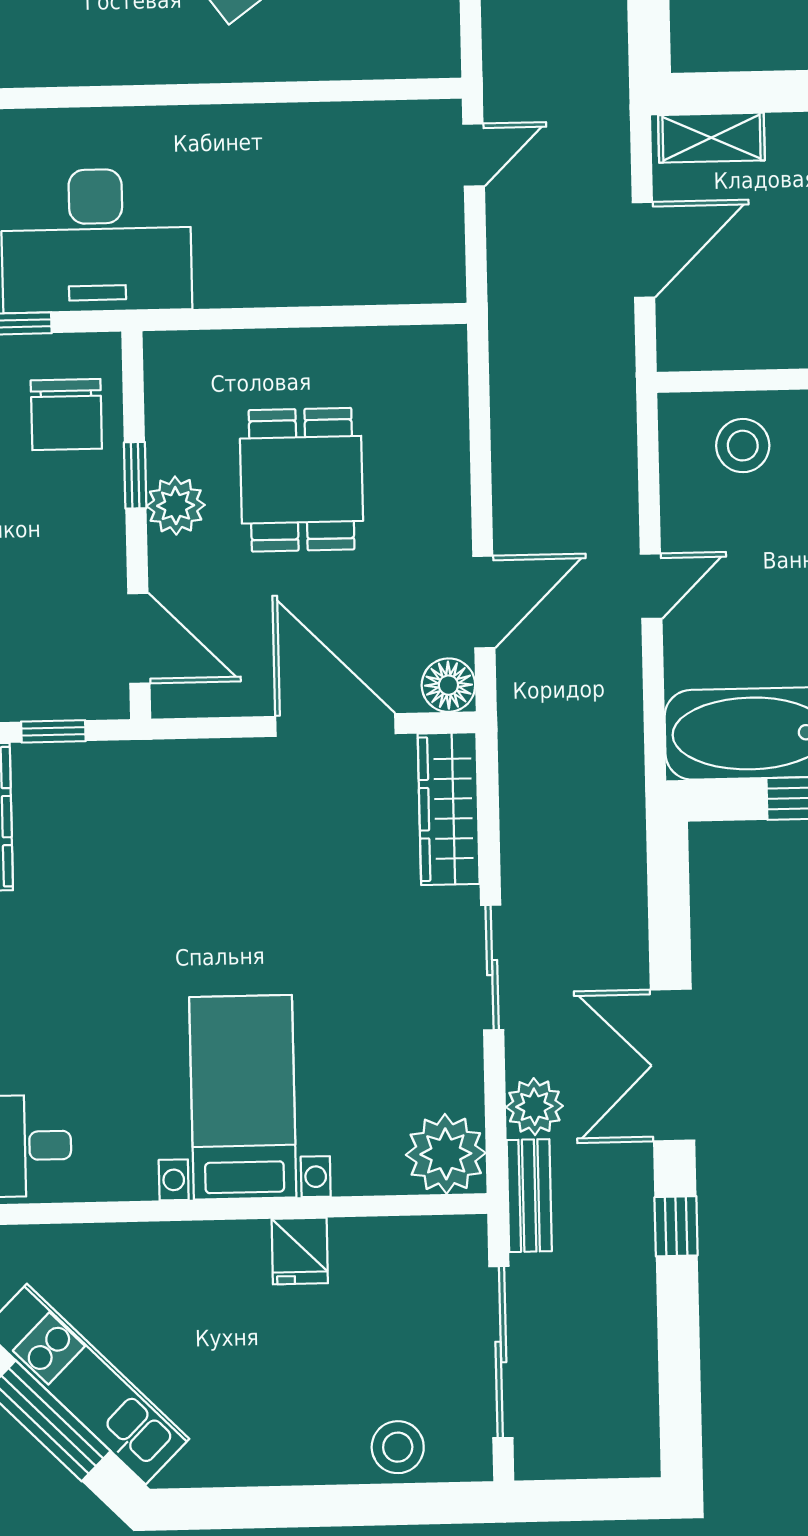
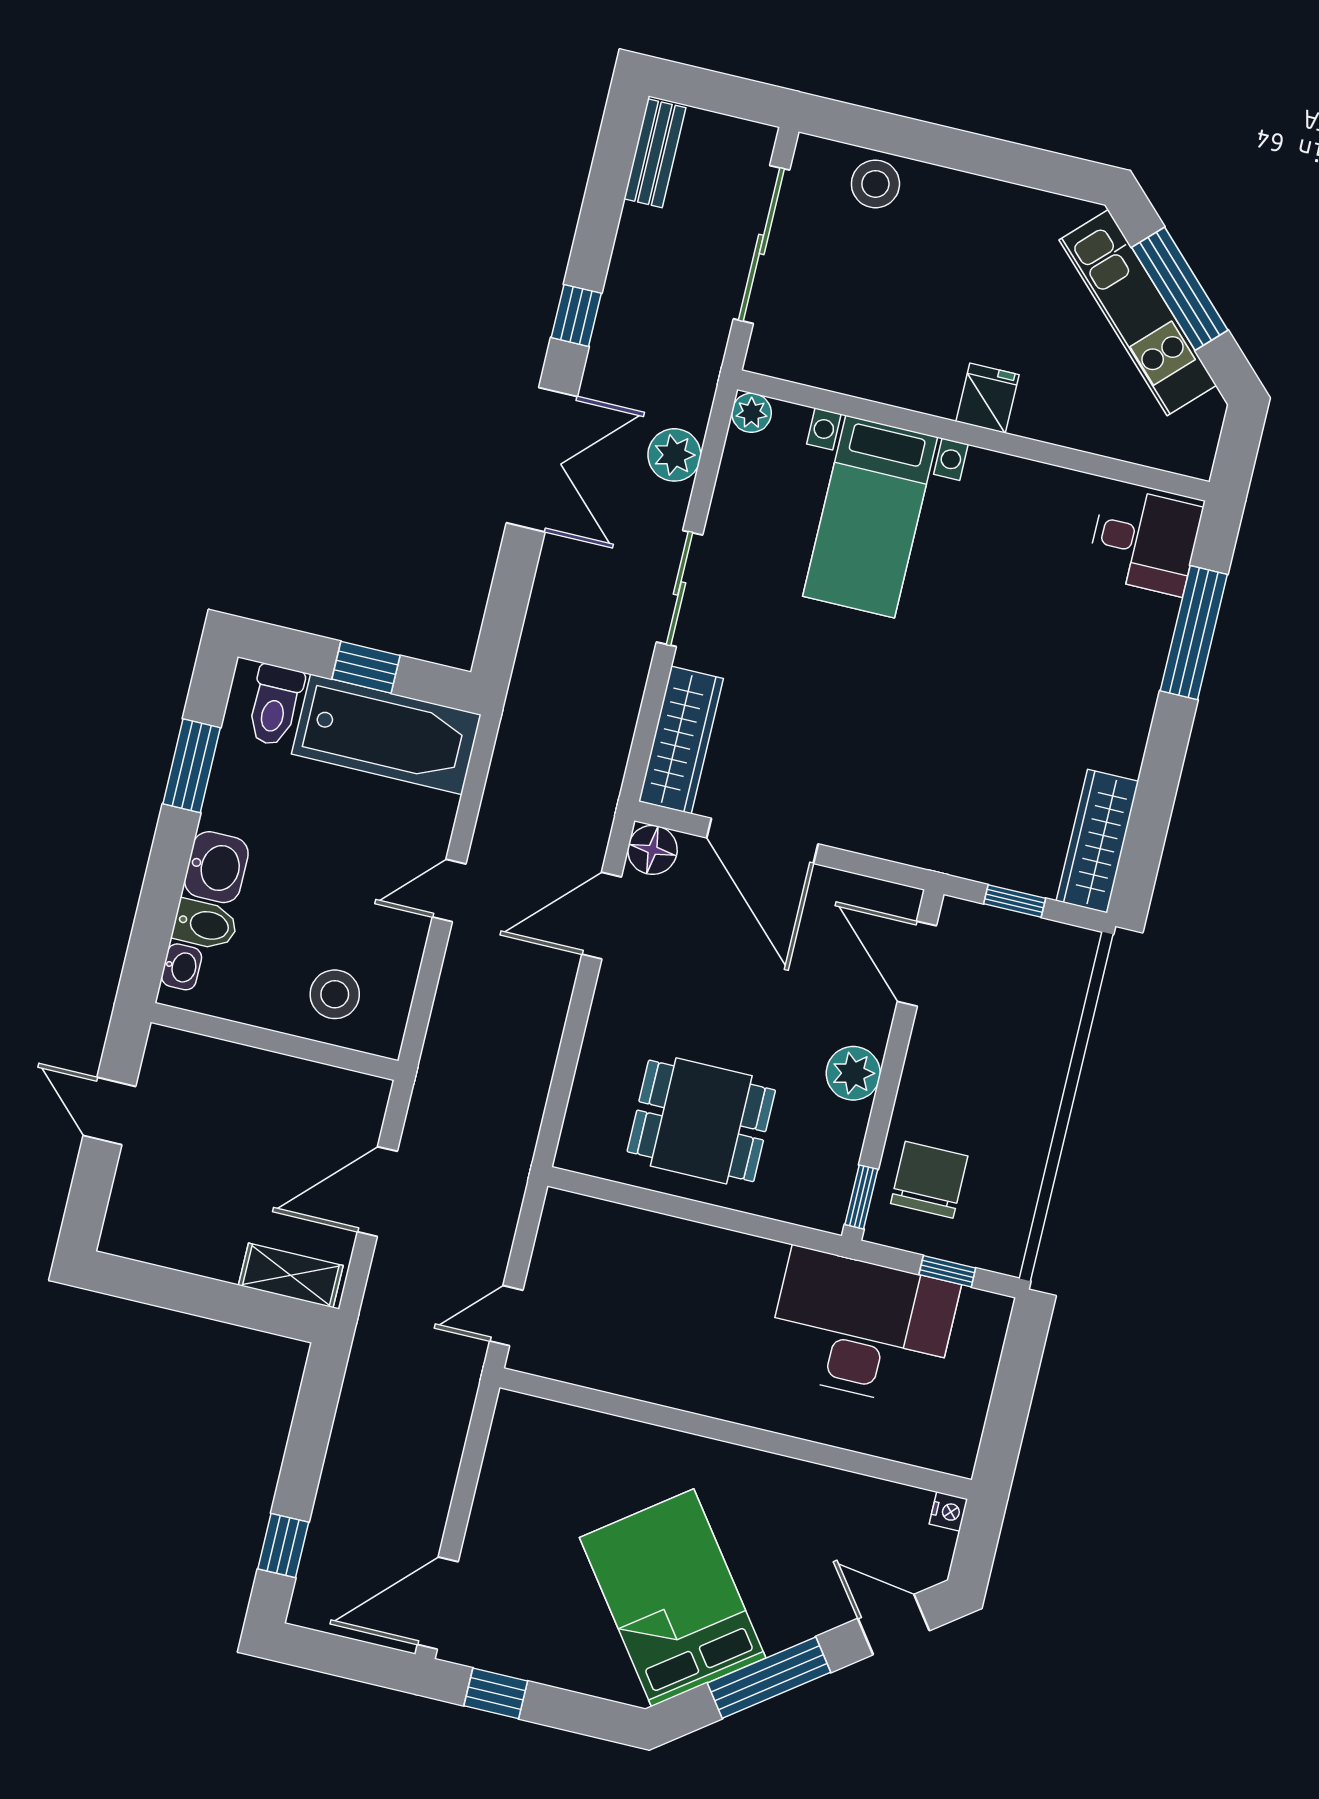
window: (135, 475) -> (861, 1197), moved
dining table: (302, 480) -> (701, 1121), moved, turned 90
bed with nightstands: (243, 1097) -> (870, 517), moved
plant: (446, 1154) -> (751, 413), width x0.53, depth x0.53
bench: (529, 1196) -> (655, 153), moved
fridge: (300, 1251) -> (988, 398), moved

